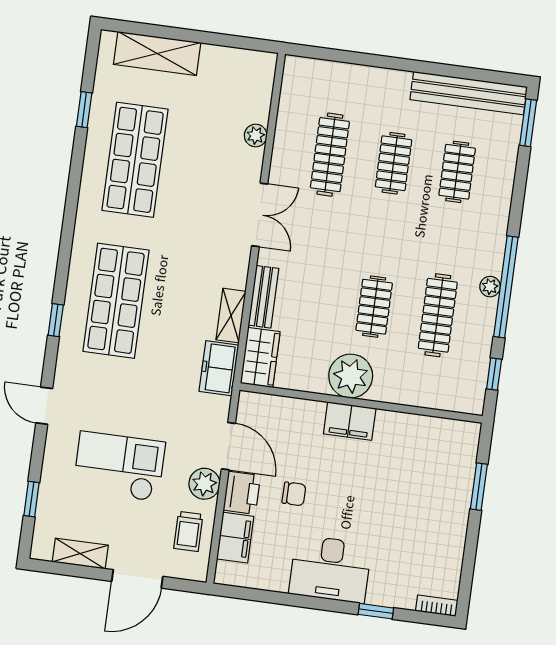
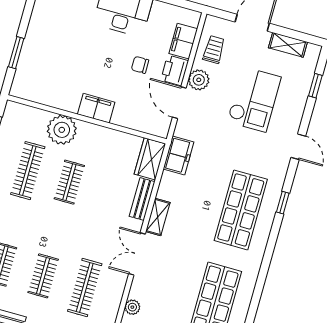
shelving: (231, 316) -> (158, 217), moved
plant: (351, 376) -> (62, 130), moved
checkout: (119, 466) -> (254, 99), turned -90

